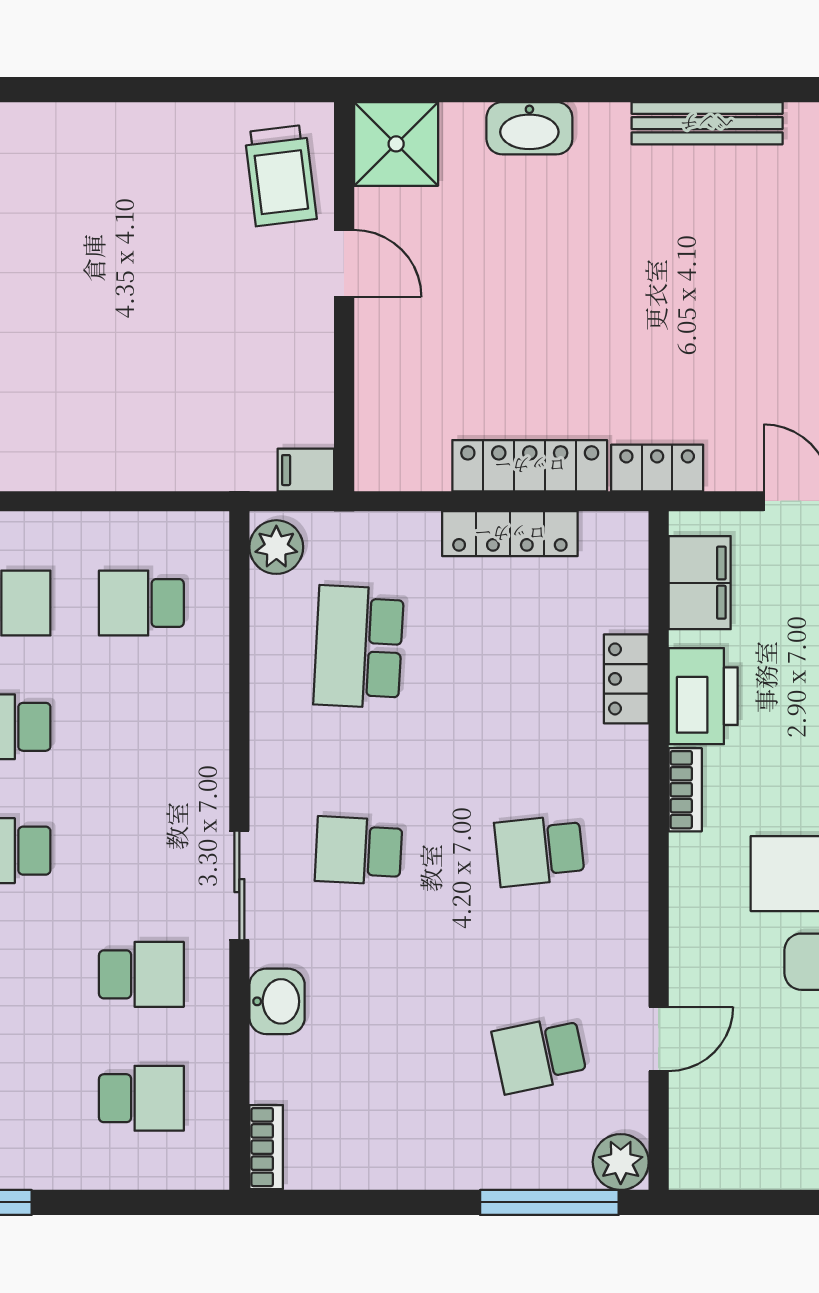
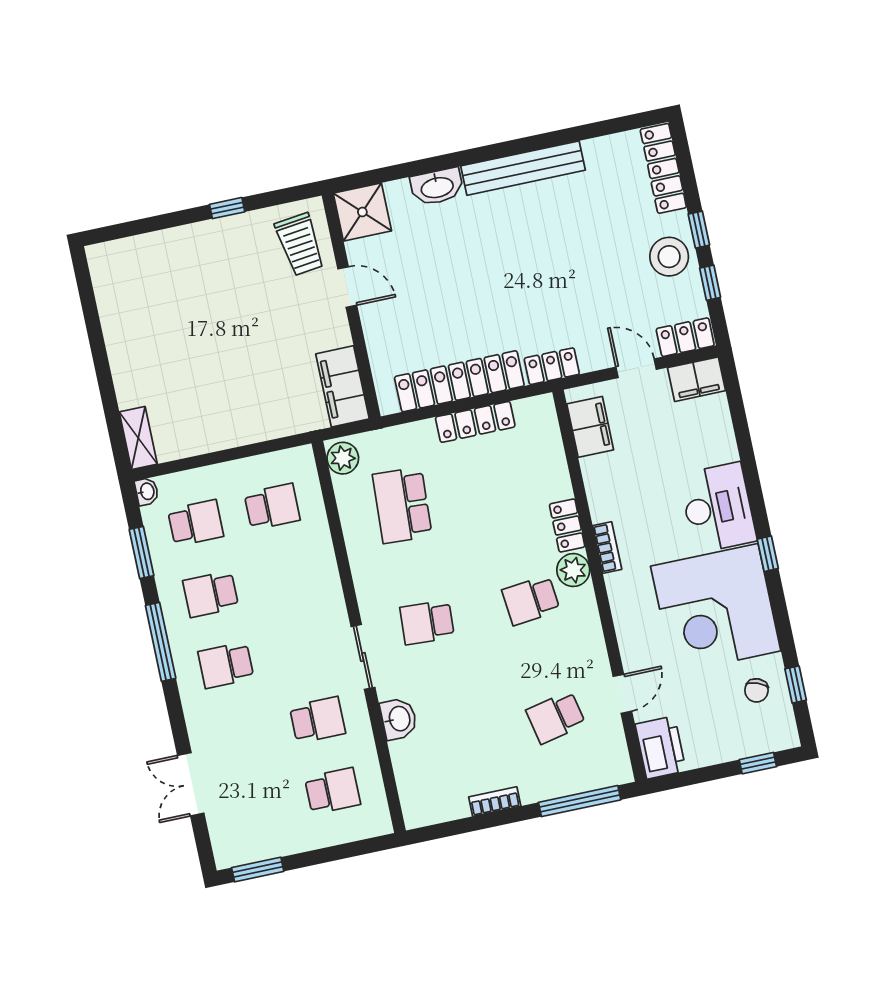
window: (172, 90) -> (227, 208), added
bench: (707, 123) -> (523, 168), width x1.37, depth x1.21
locker: (530, 466) -> (459, 381), width x1.41, depth x1.21
filing cabinet: (306, 470) -> (342, 386), width x3.00, depth x1.17
school desk: (141, 603) -> (272, 507), turned 180
locker: (626, 679) -> (567, 526), moved
printer: (703, 696) -> (660, 748), moved
bookcase: (266, 1147) -> (495, 802), moved, turned -90
plant: (621, 1162) -> (573, 570), moved

